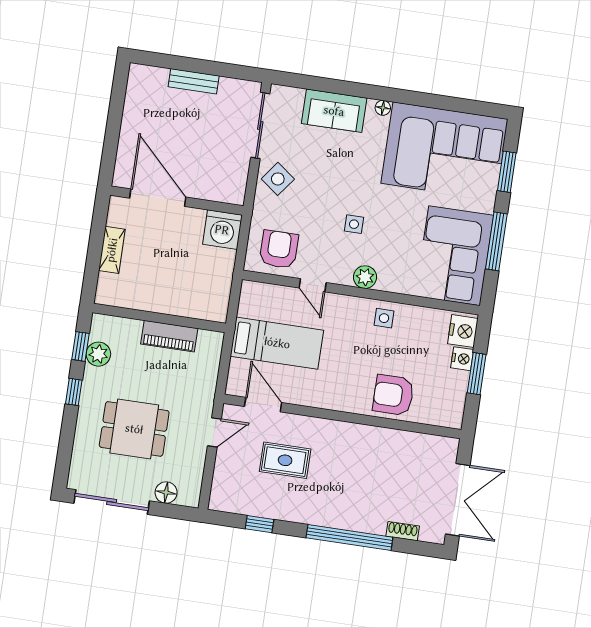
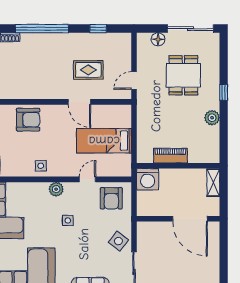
washing machine: (222, 230) -> (148, 179), moved, turned 180
door: (313, 285) -> (87, 179), hinge flipped
wall: (159, 318) -> (178, 166), moved
piano: (169, 336) -> (170, 156), moved
window: (80, 346) -> (224, 121), removed
door: (263, 405) -> (79, 102), moved
dining table: (134, 429) -> (183, 75), turned 90

